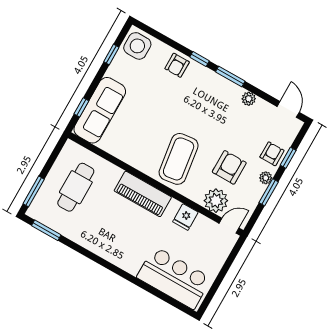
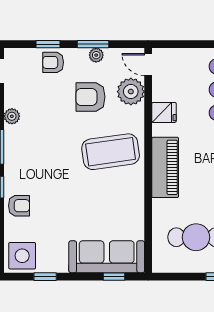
plant: (266, 178) -> (96, 55), moved

